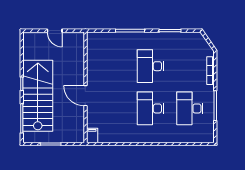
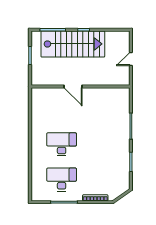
desk: (150, 66) -> (99, 144), removed
door: (85, 96) -> (73, 86), swing flipped
filing cabinet: (92, 135) -> (38, 92), removed

